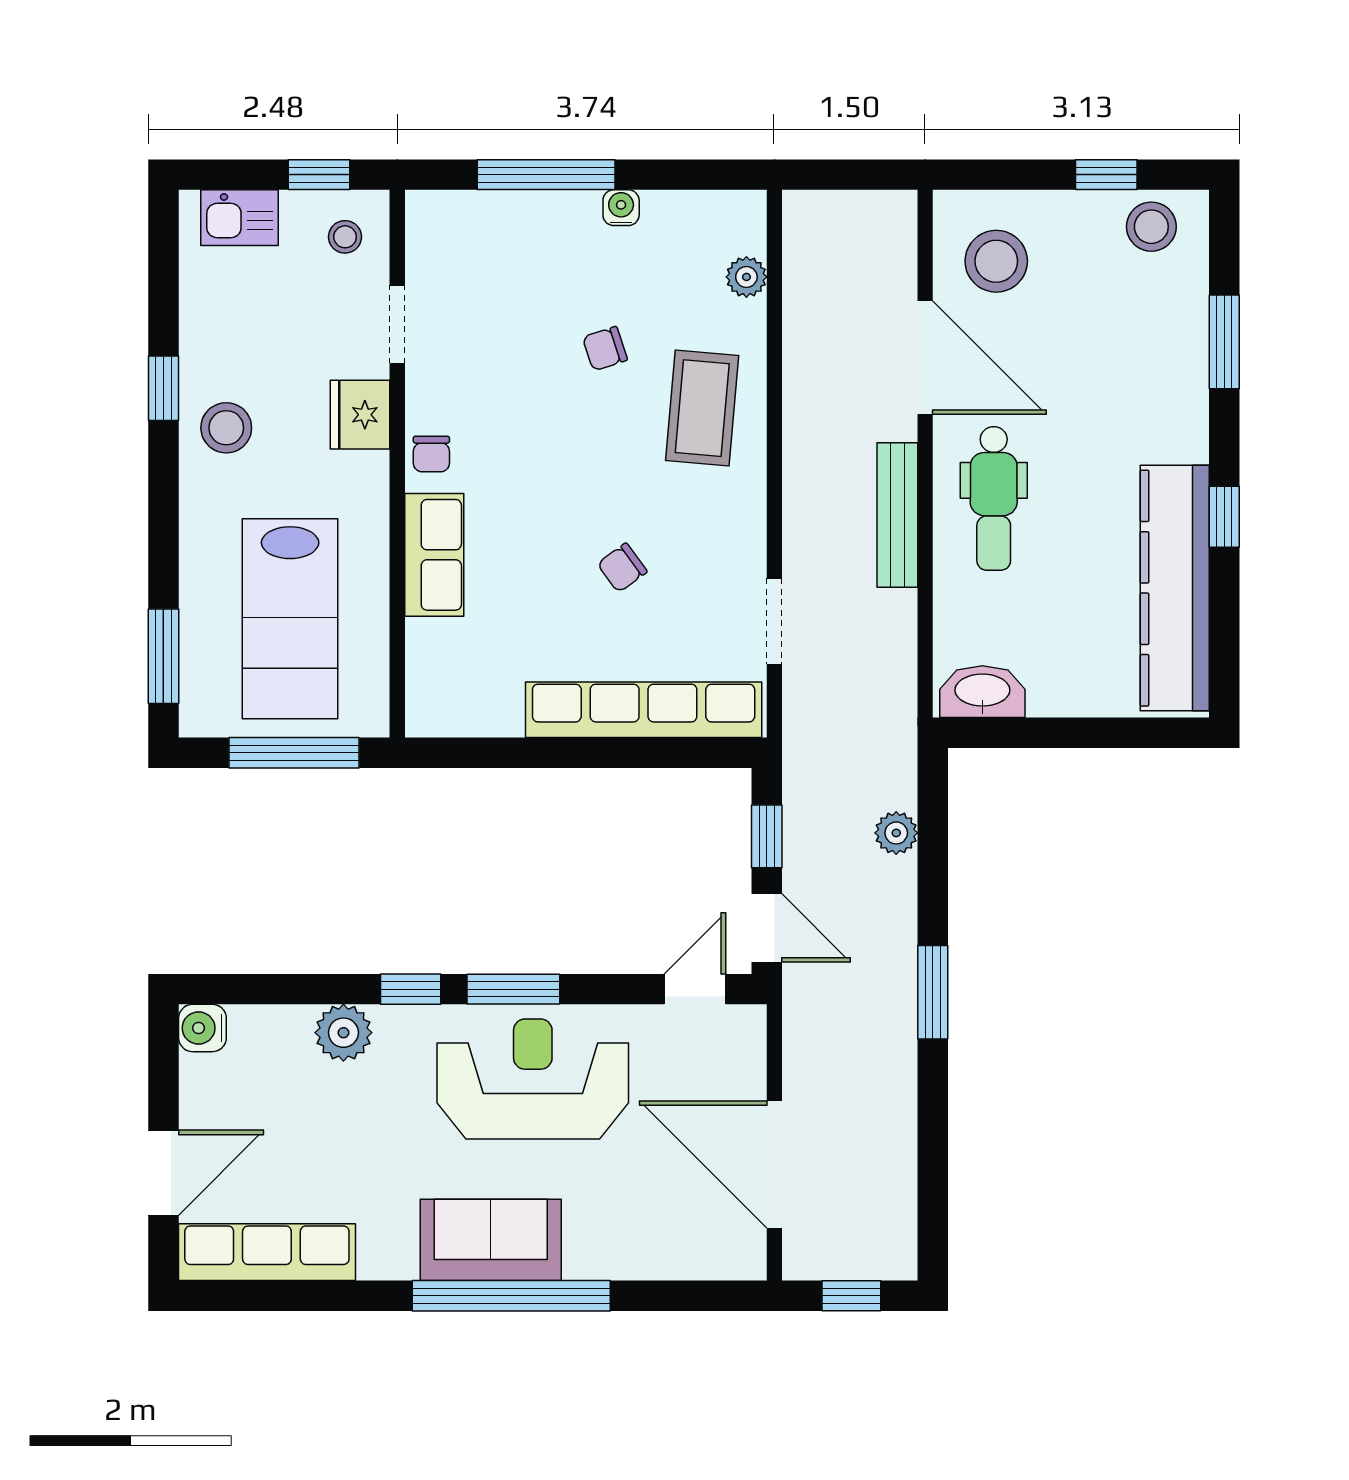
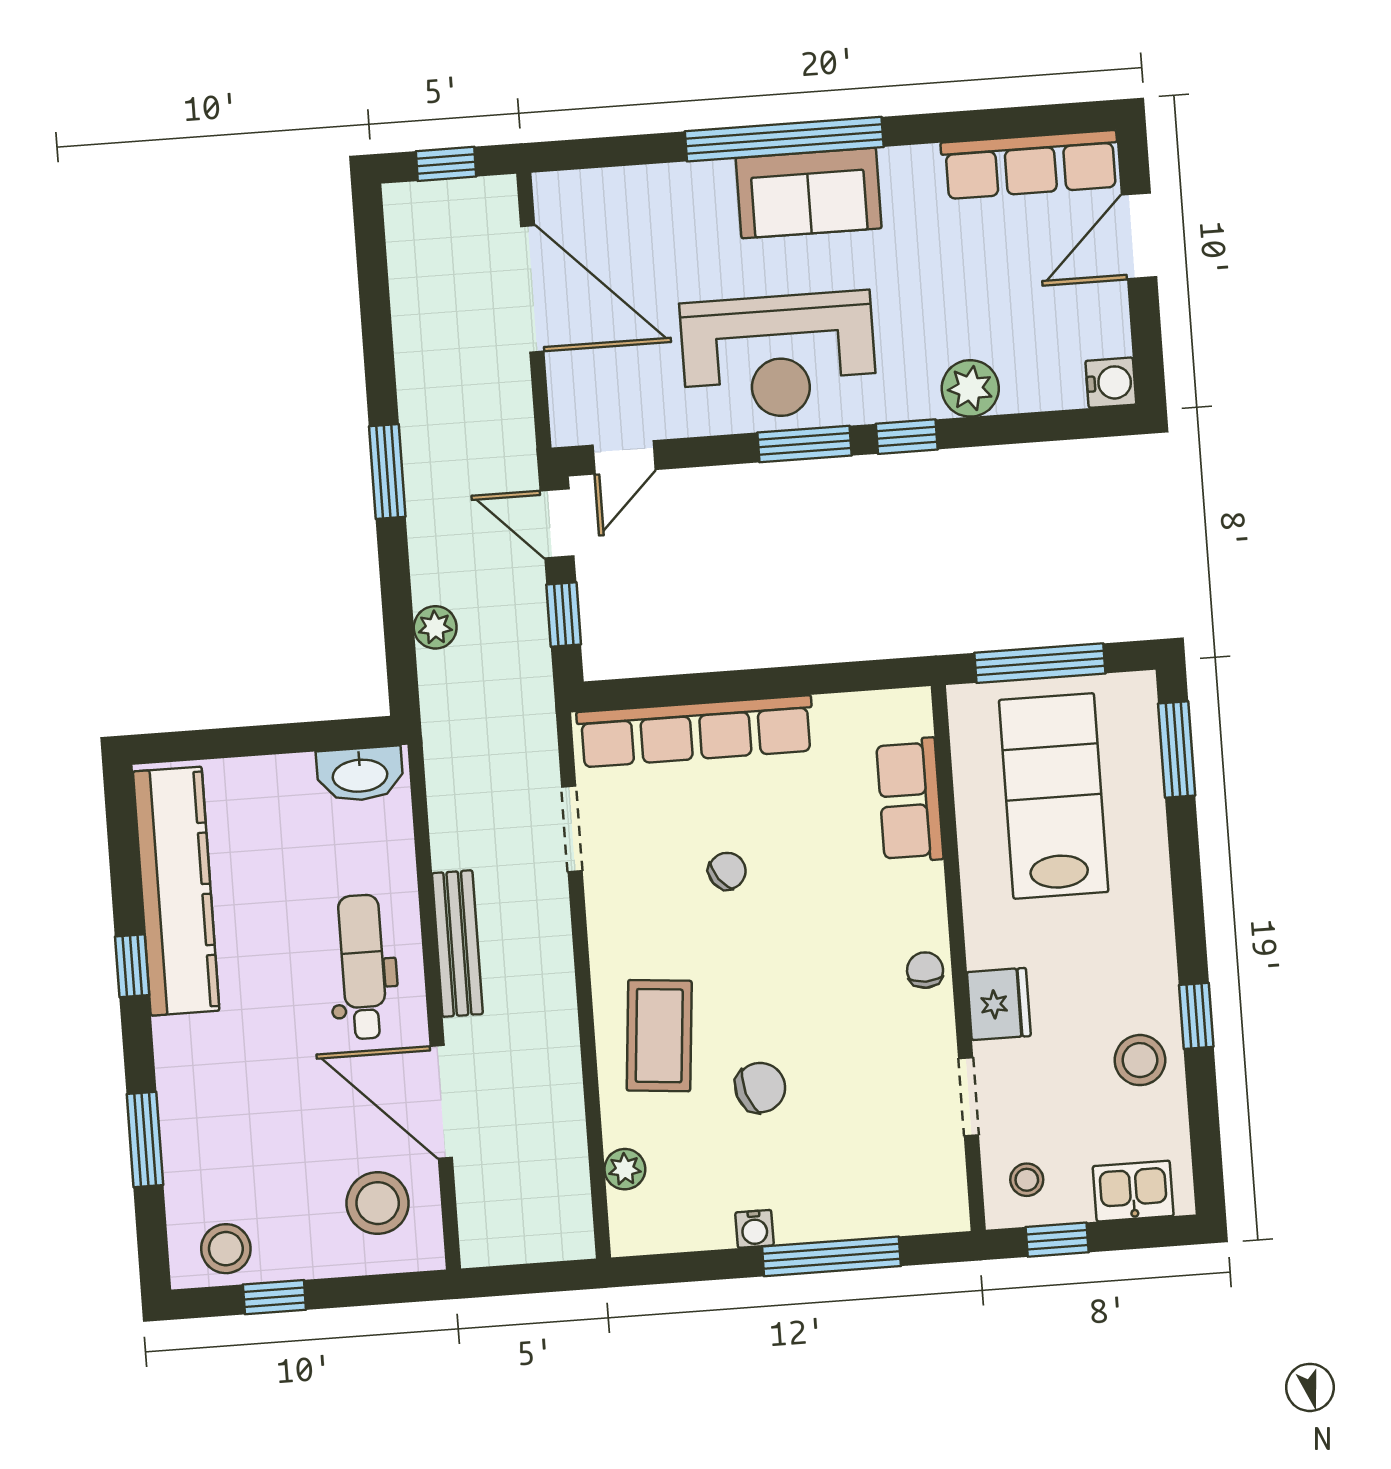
chair: (605, 349) -> (760, 1088), width x1.37, depth x1.37
stool: (226, 428) -> (1140, 1060), moved
row of seats: (434, 555) -> (910, 800), moved

